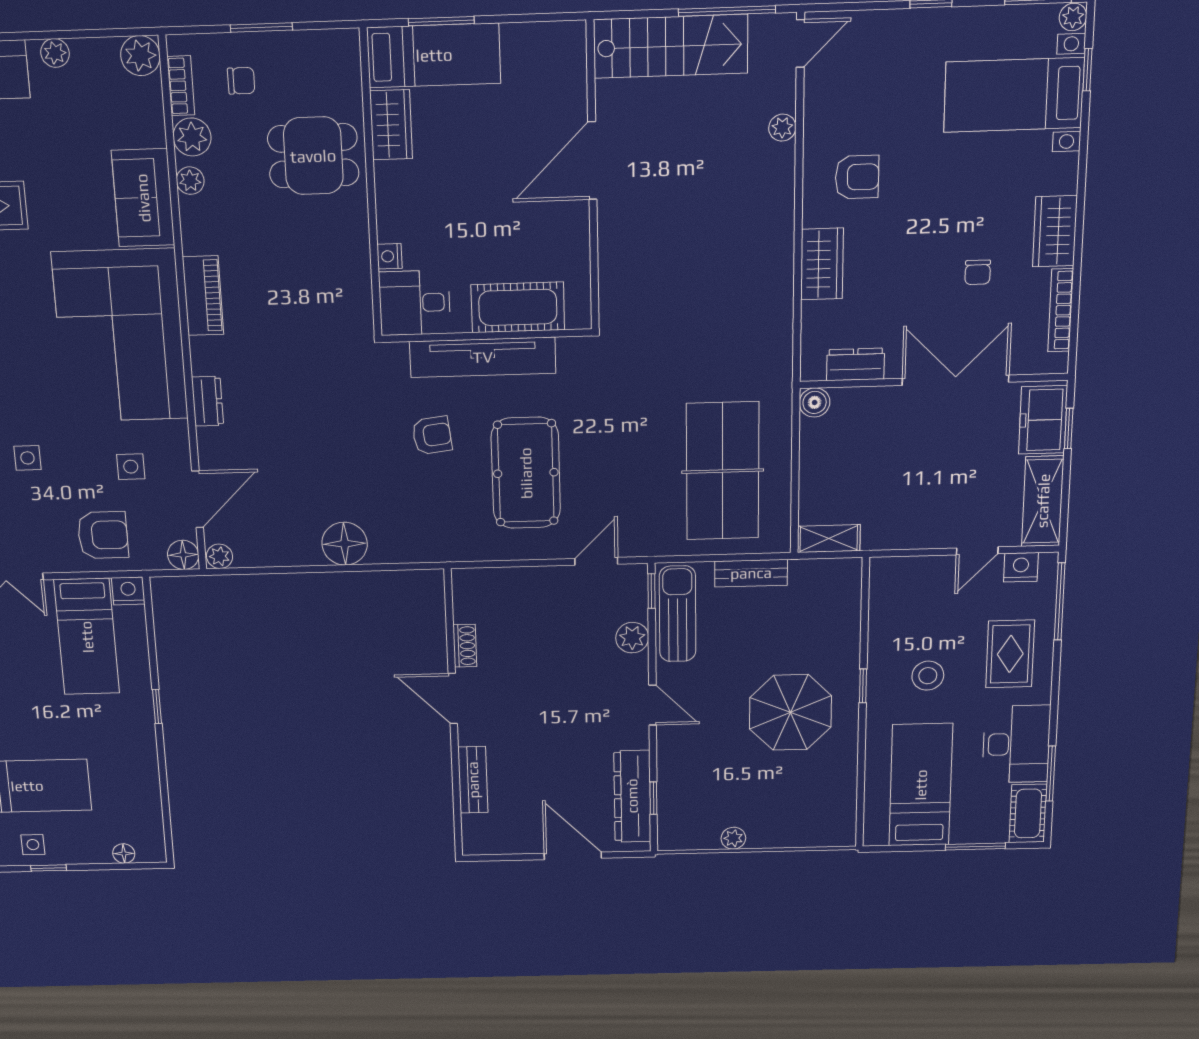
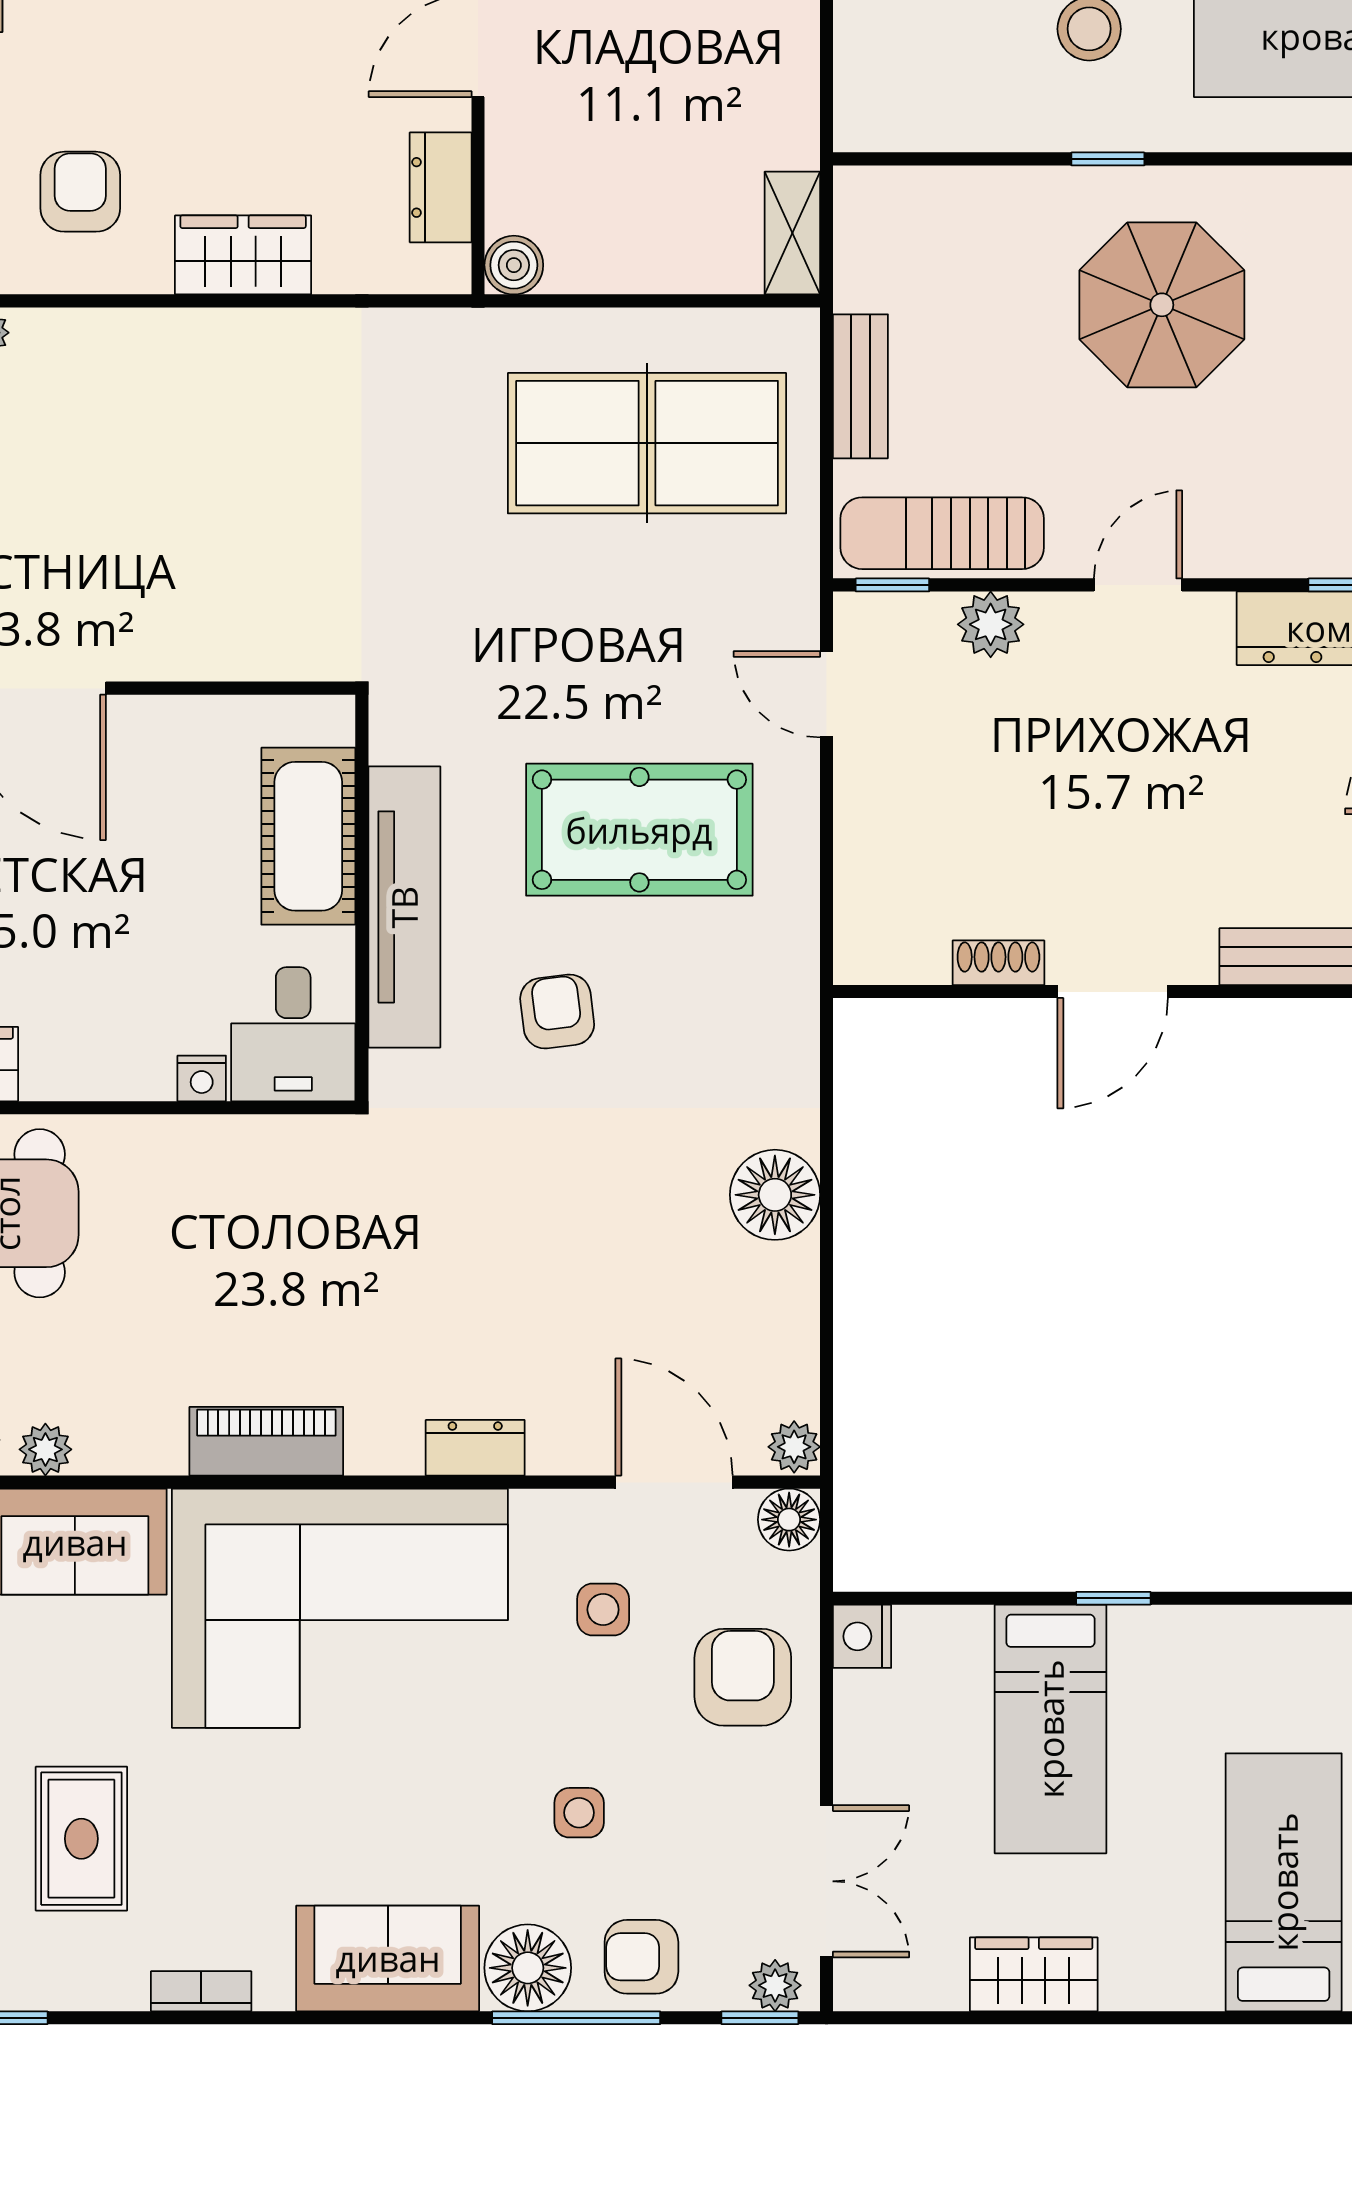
bed: (87, 637) -> (1050, 1729), moved, turned 90

